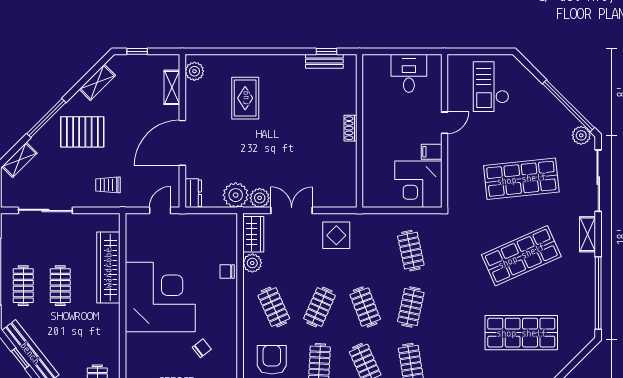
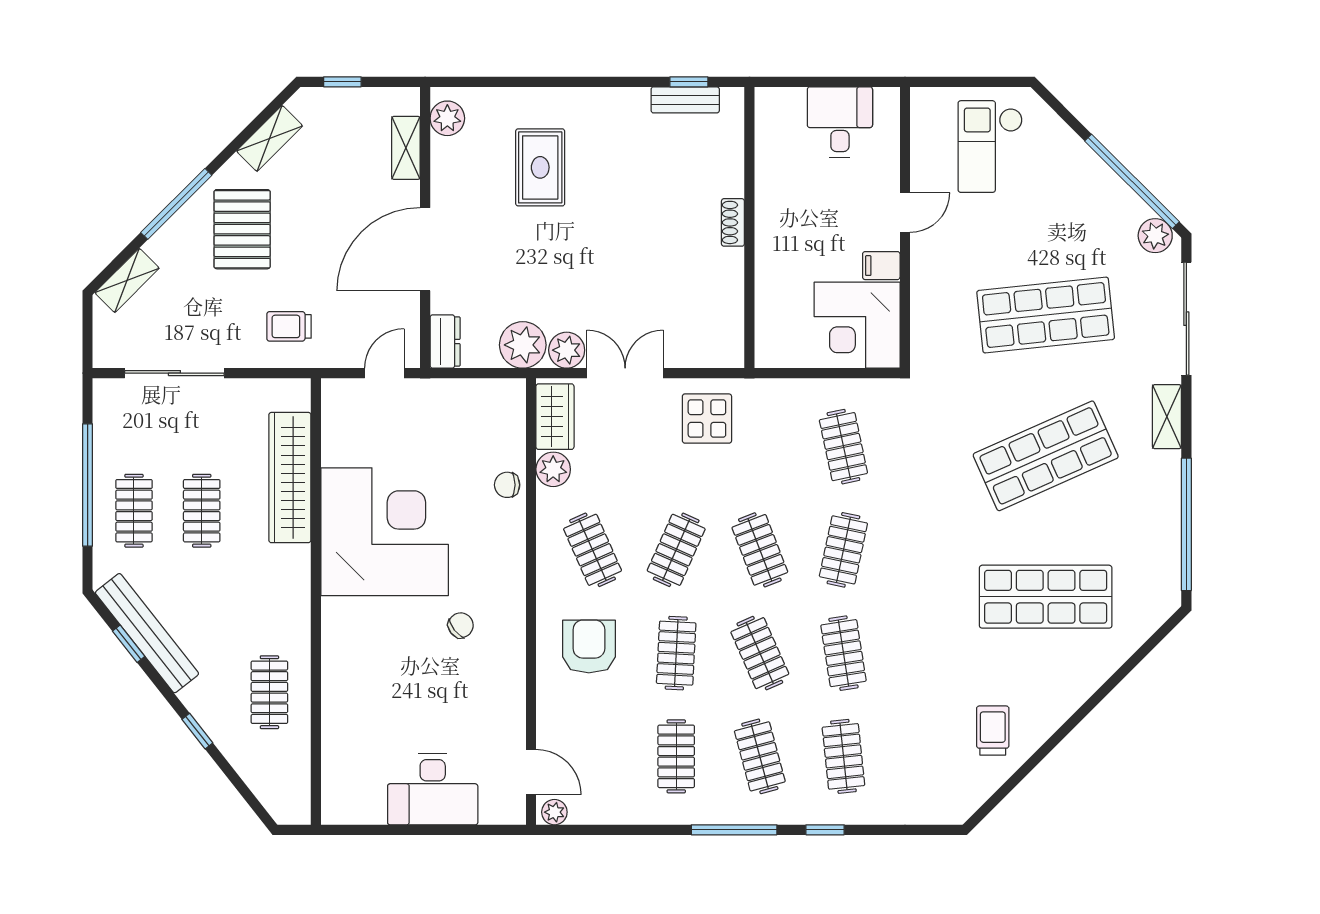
pallet: (82, 132) -> (242, 229), turned 90

